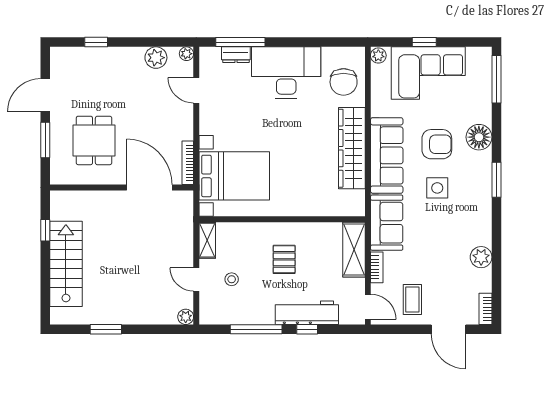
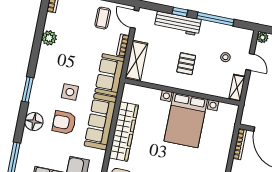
bed with nightstands: (234, 176) -> (186, 120), moved, turned -90

